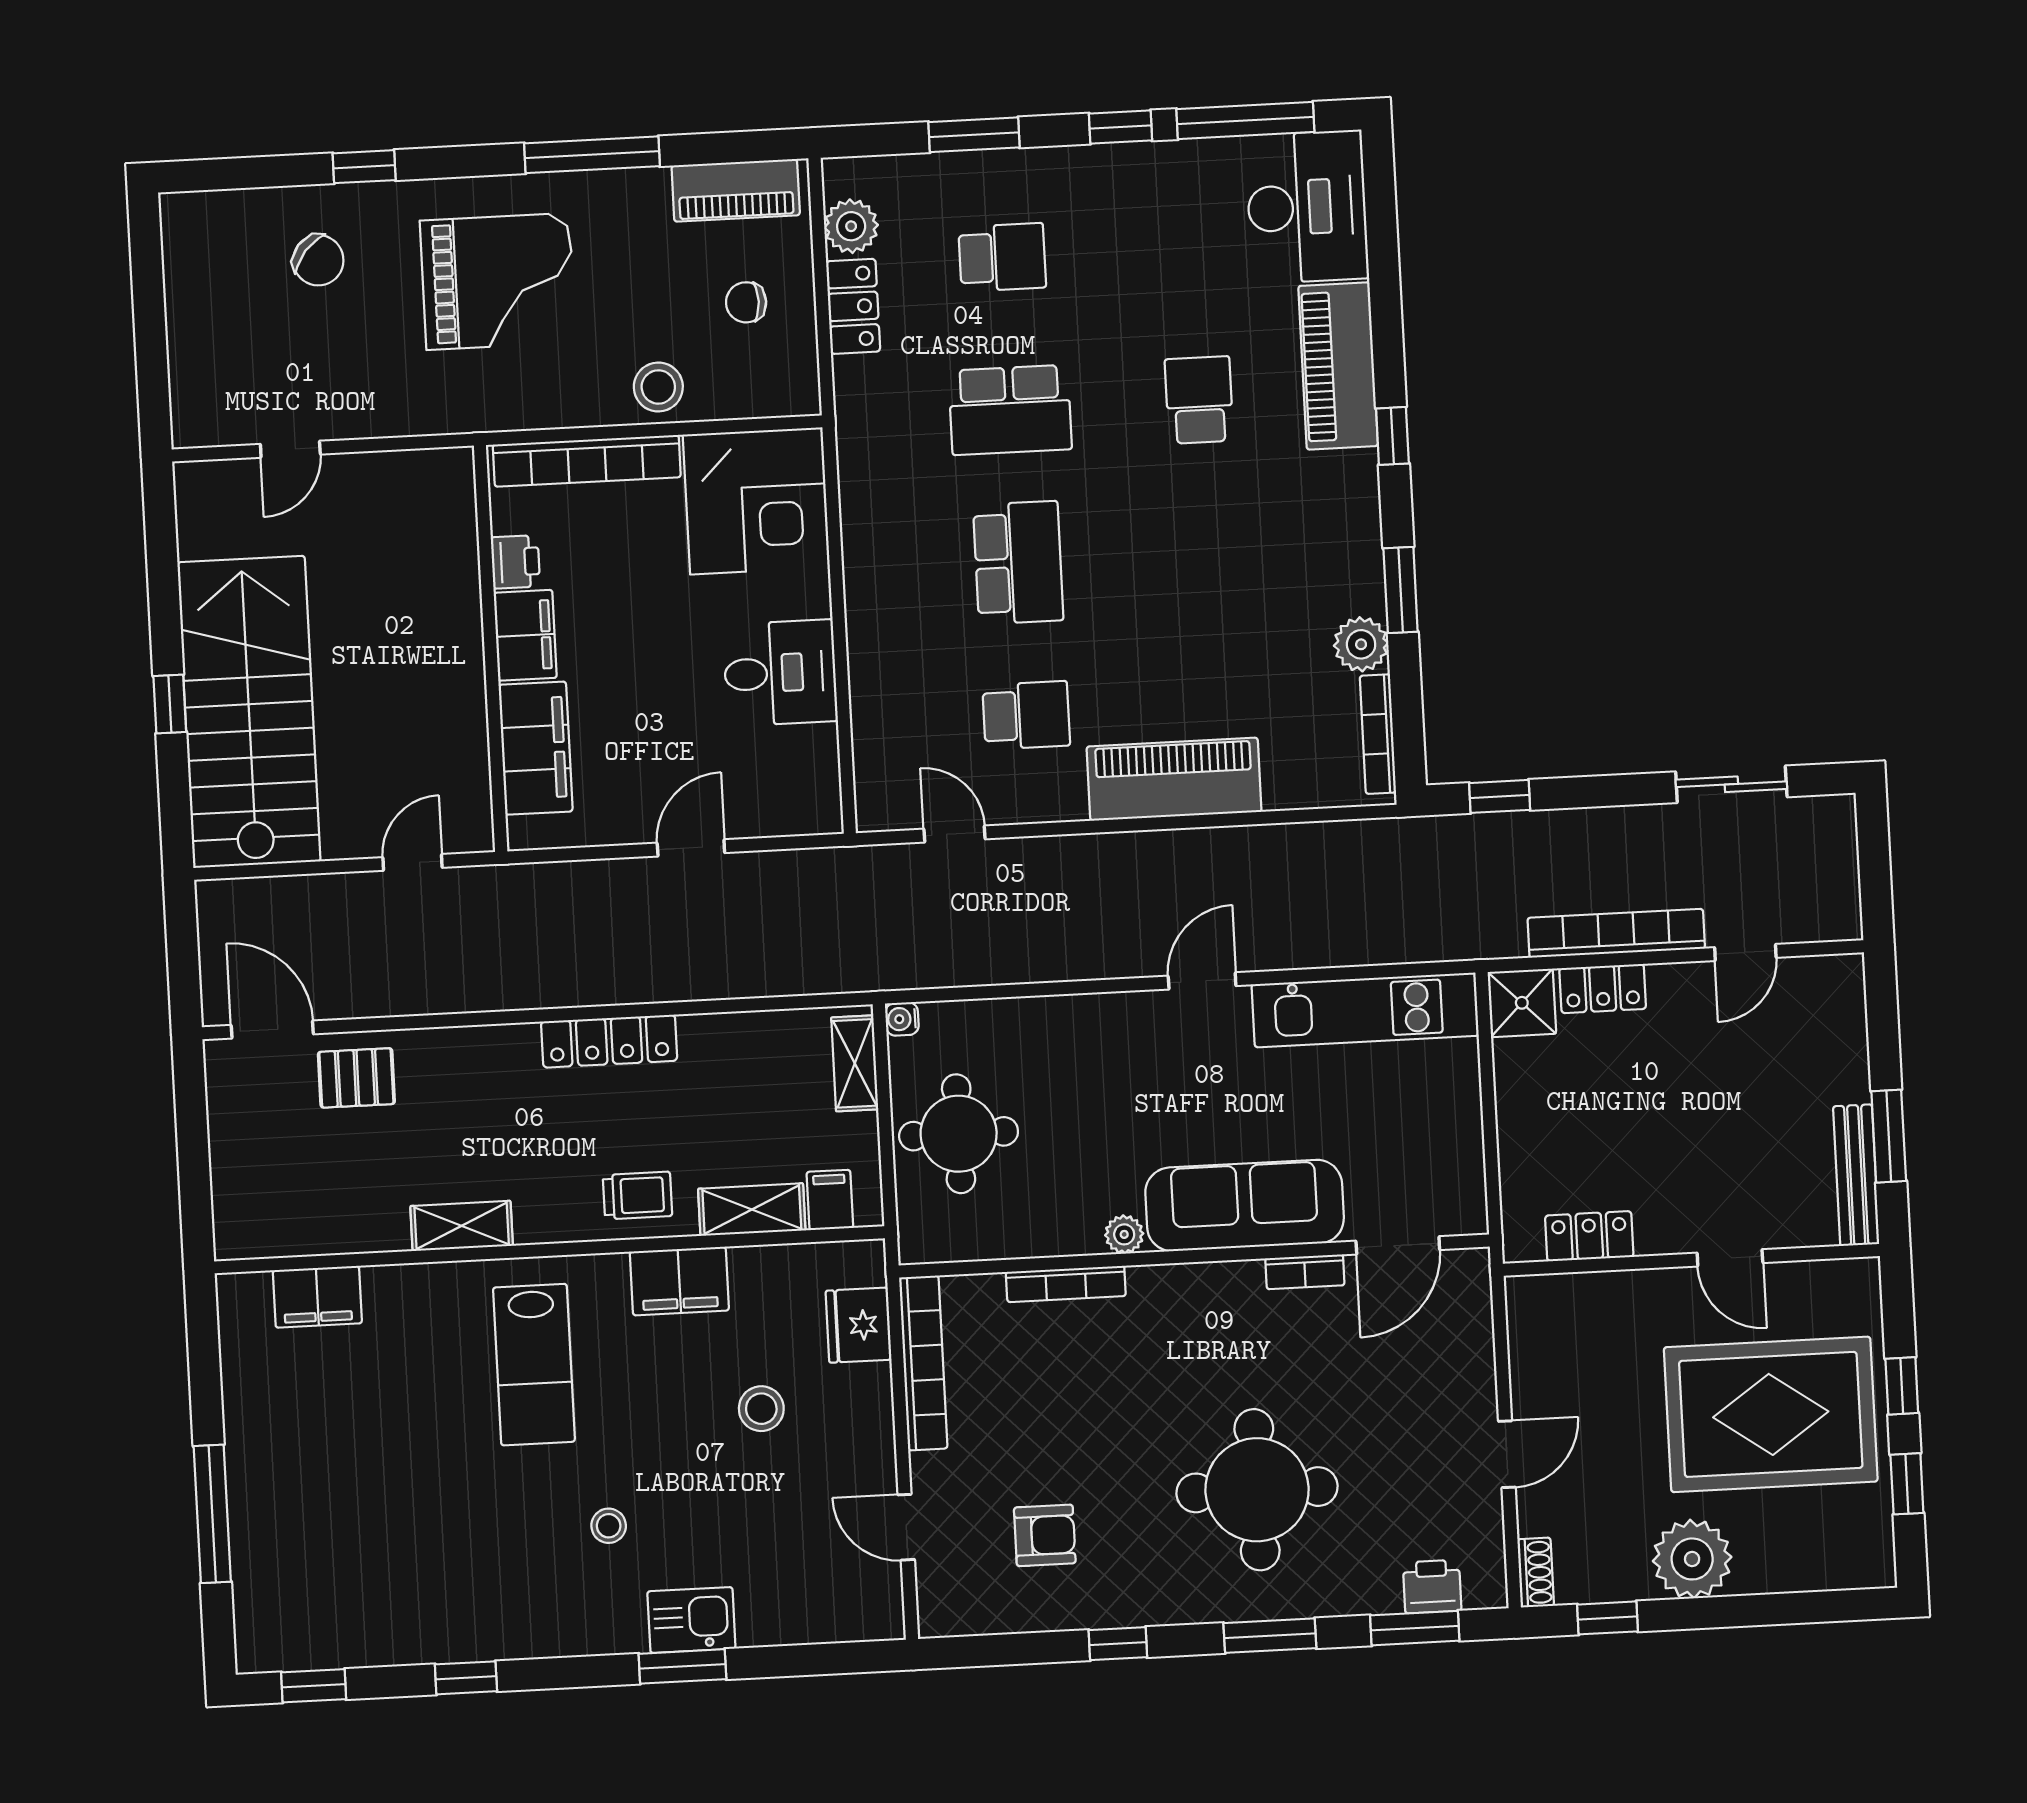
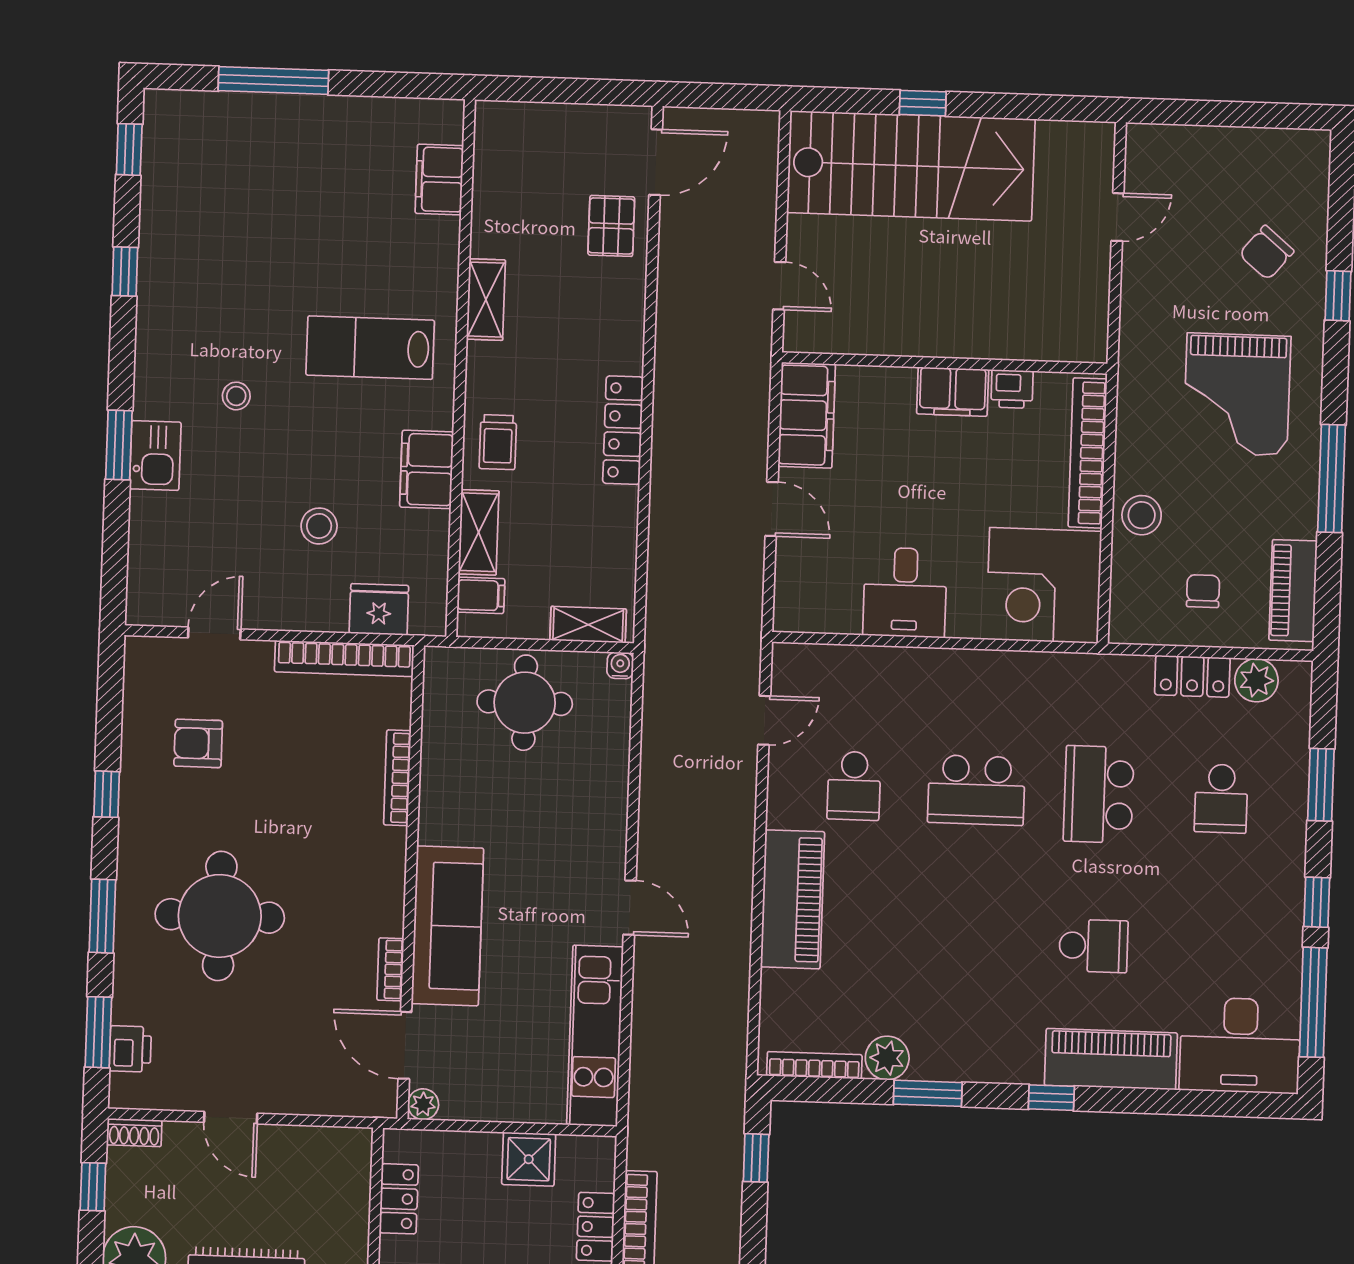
door: (290, 449) -> (1118, 217), swing flipped
filing cabinet: (536, 748) -> (807, 415), moved, turned -90
shower: (1522, 1003) -> (529, 1159), moved
plant: (1124, 1234) -> (423, 1104), moved
armchair: (1045, 1535) -> (198, 743), turned 90

